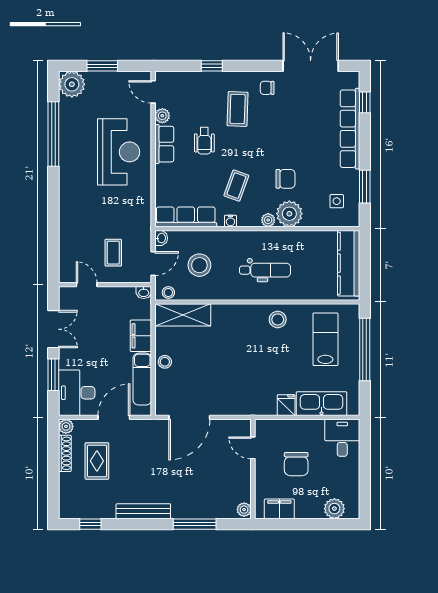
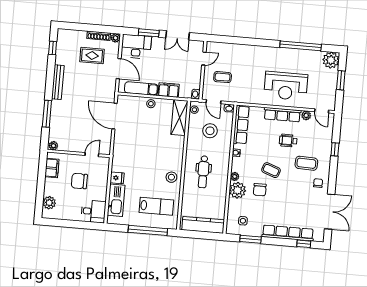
door: (153, 92) -> (322, 111), swing flipped
row of seats: (164, 144) -> (282, 115), width x1.48
coffee table: (236, 186) -> (271, 170), moved

